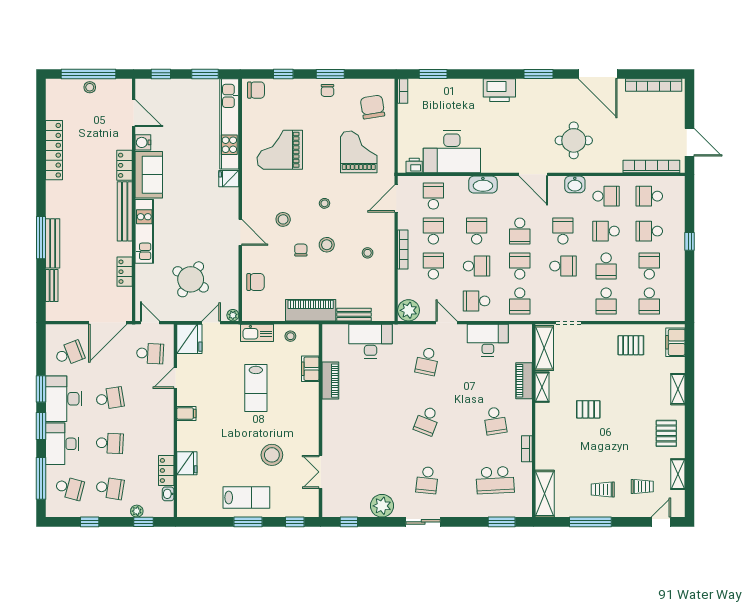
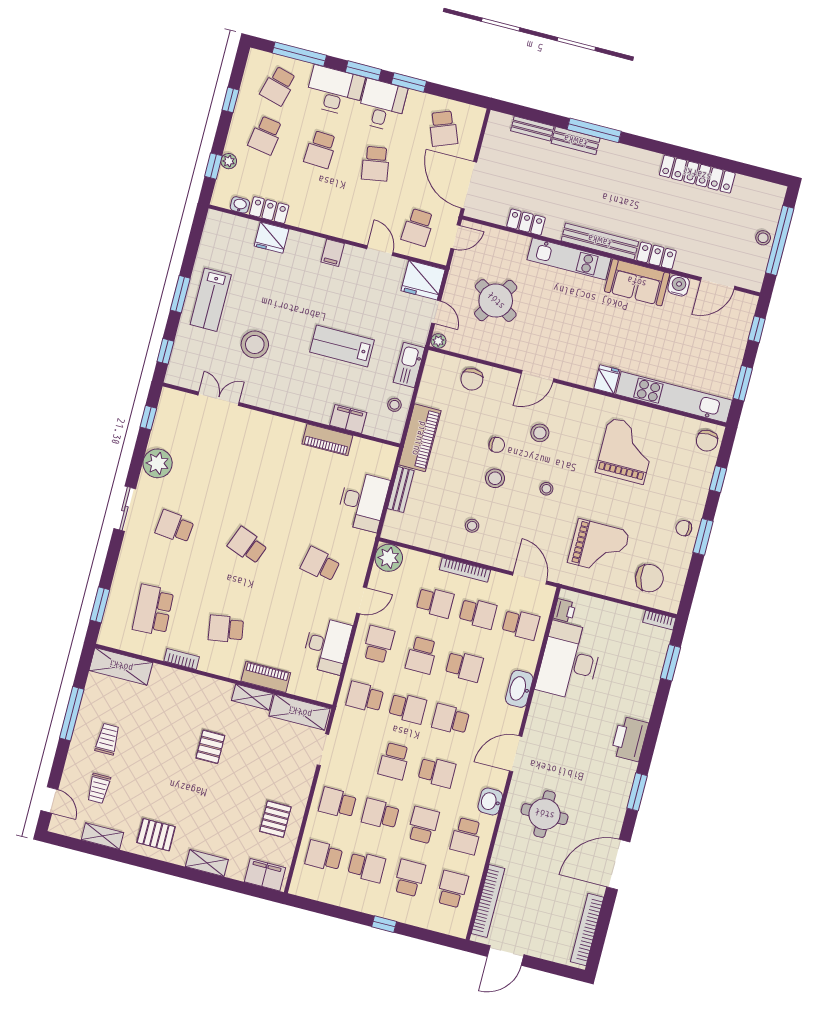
bench: (53, 243) -> (576, 141), width x0.73
desk: (64, 399) -> (382, 105), width x0.73

